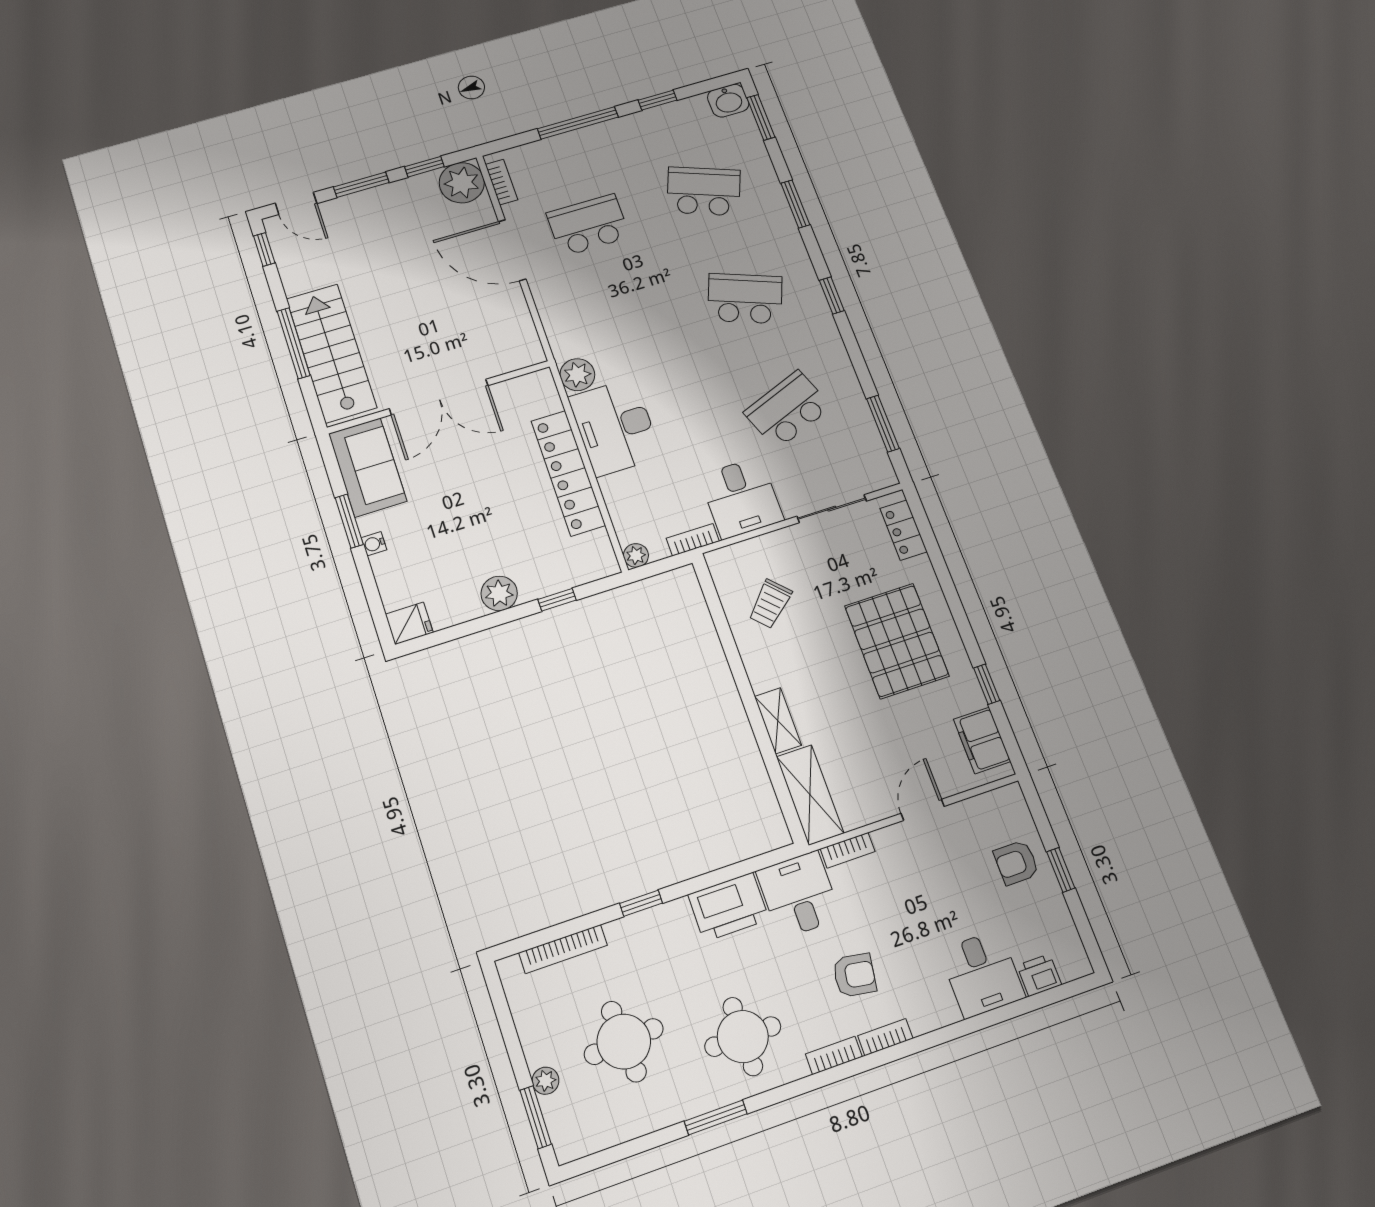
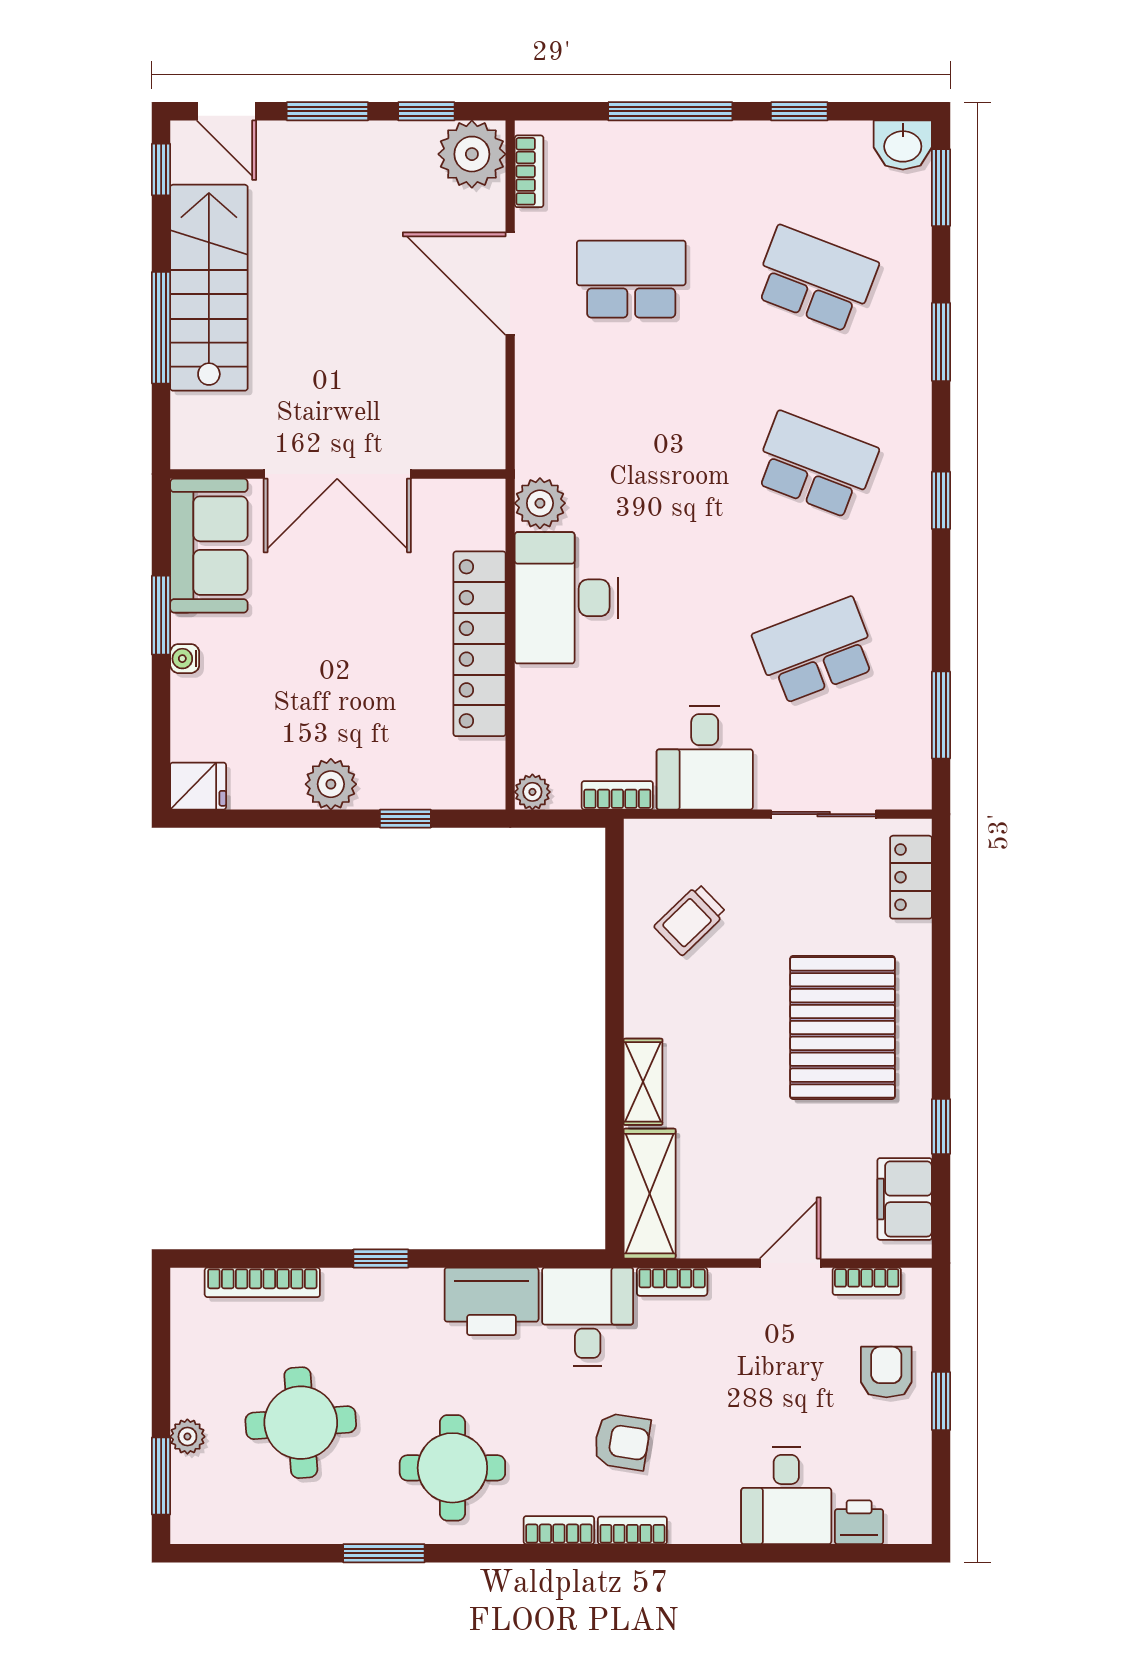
stairs: (331, 353) -> (209, 288), moved
bookcase: (979, 805) -> (867, 1281), added
armchair: (1016, 863) -> (886, 1372), turned 90

